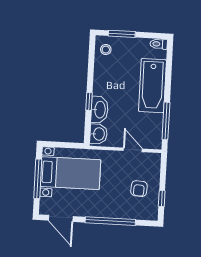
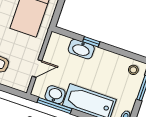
washbasin: (98, 134) -> (55, 95), moved, turned 180

